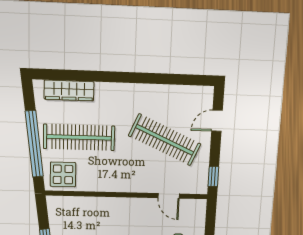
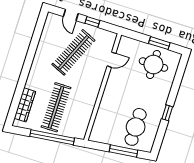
display table: (63, 174) -> (77, 125), removed
window: (213, 176) -> (92, 22), moved

